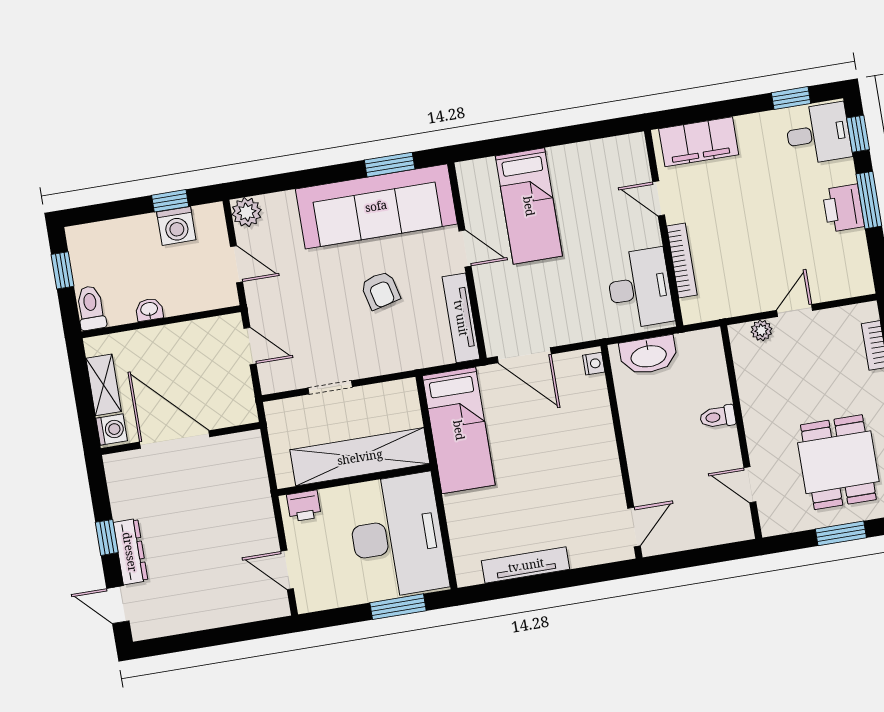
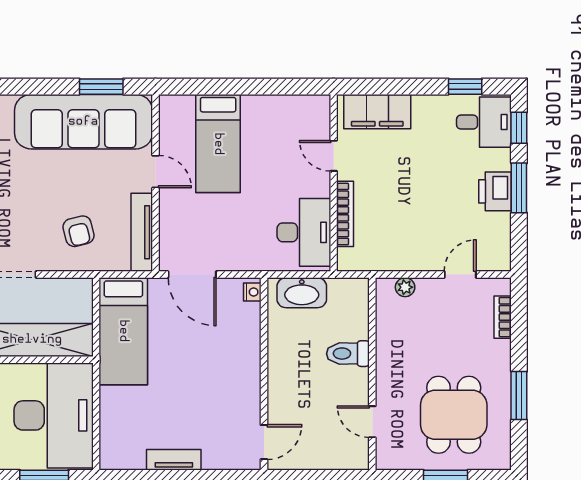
armchair: (380, 290) -> (79, 231), moved
door: (795, 310) -> (460, 274), moved
toilet: (718, 417) -> (348, 354), width x1.37, depth x1.39
tv unit: (526, 565) -> (174, 460), width x0.71

